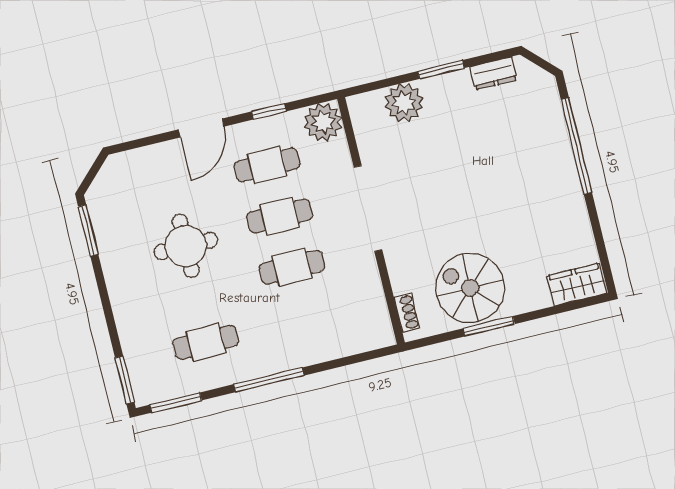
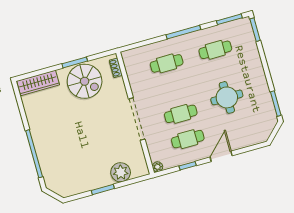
dresser: (494, 73) -> (76, 188), removed
plant: (323, 122) -> (157, 167), width x0.53, depth x0.53
cafe table: (292, 267) -> (167, 63), moved
wardrobe: (577, 284) -> (38, 83), width x1.50

